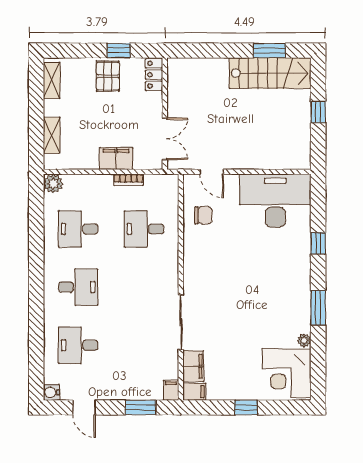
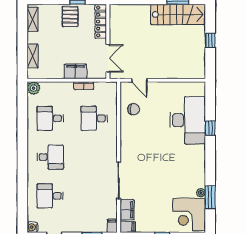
locker: (154, 75) -> (101, 22), width x1.53
desk: (275, 201) -> (188, 120), moved, turned 90
window: (318, 308) -> (210, 197), moved

